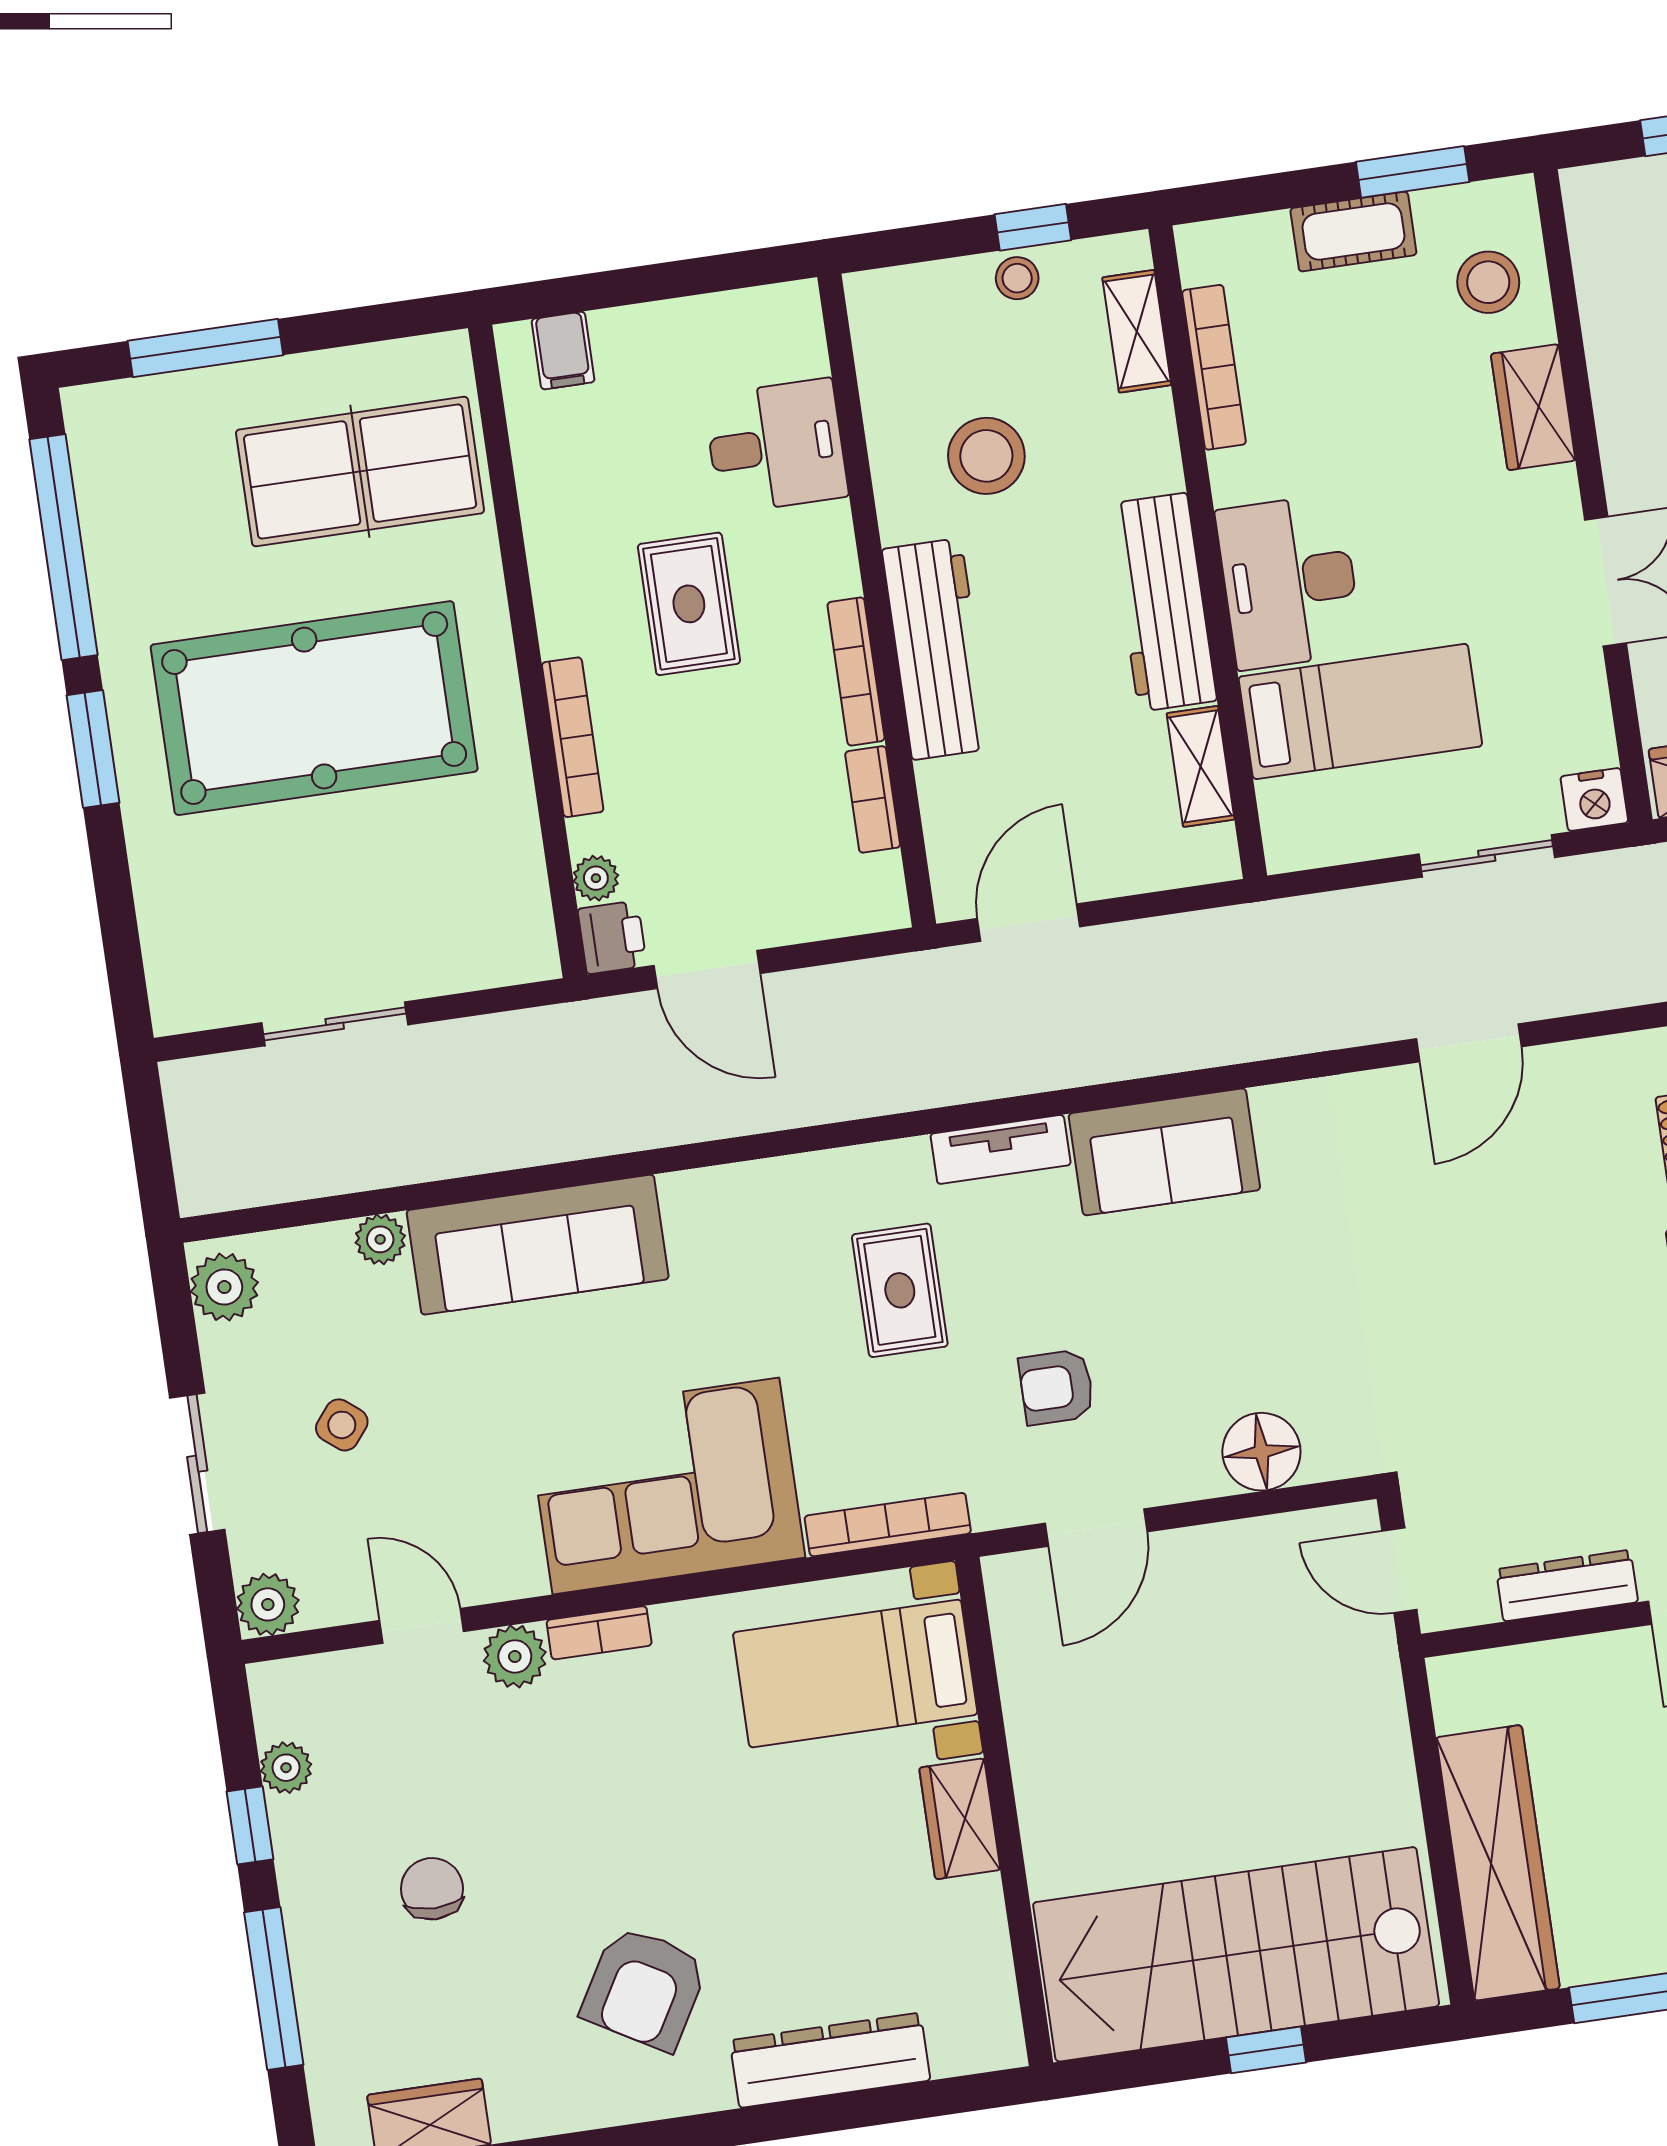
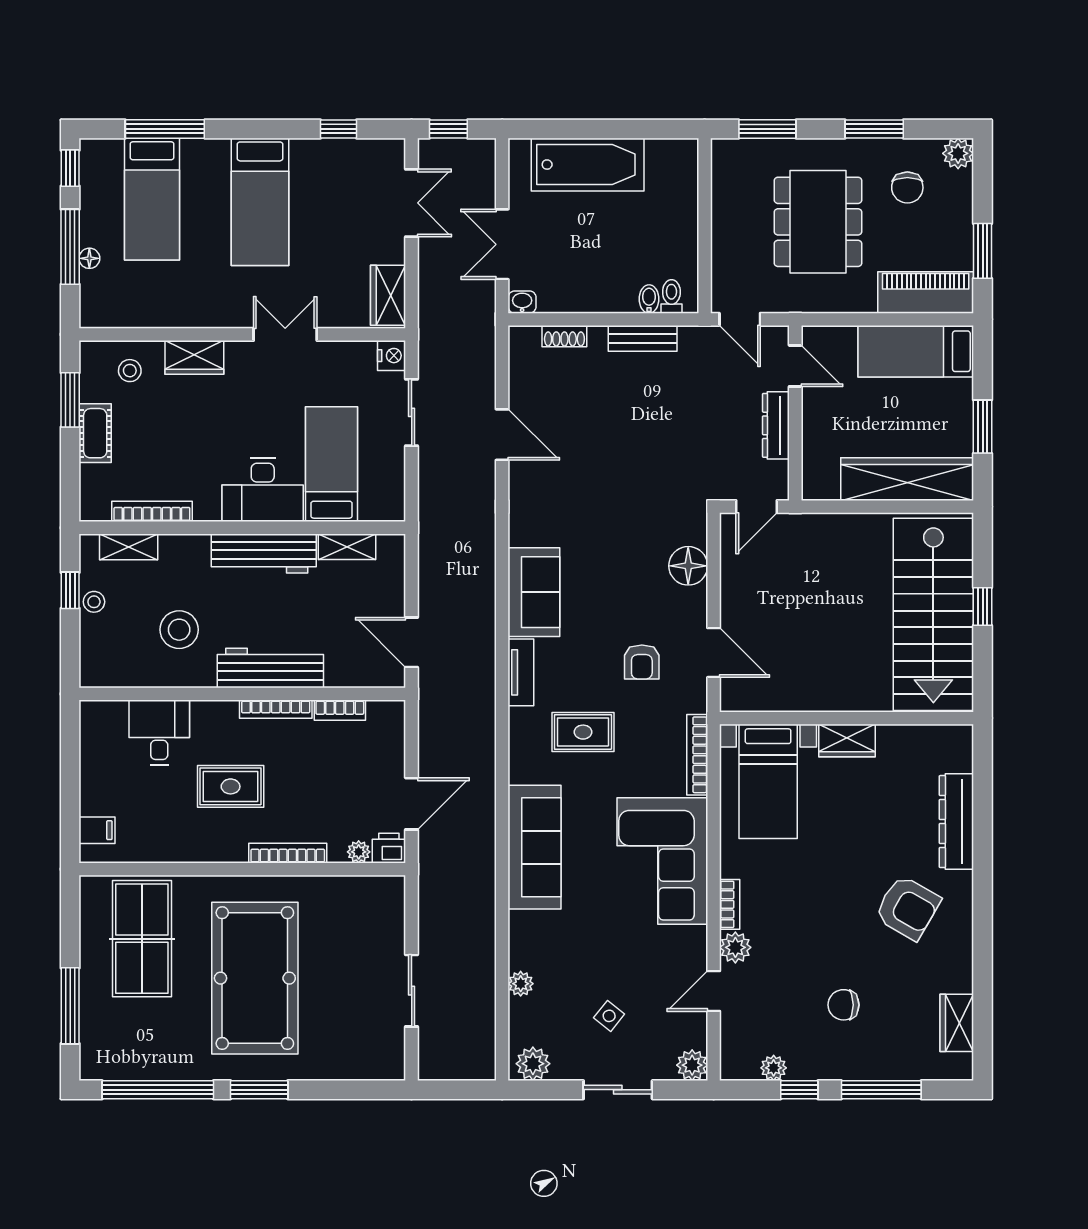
stool: (1488, 282) -> (130, 371), width x0.73, depth x0.73
sofa: (538, 1245) -> (535, 847), moved

